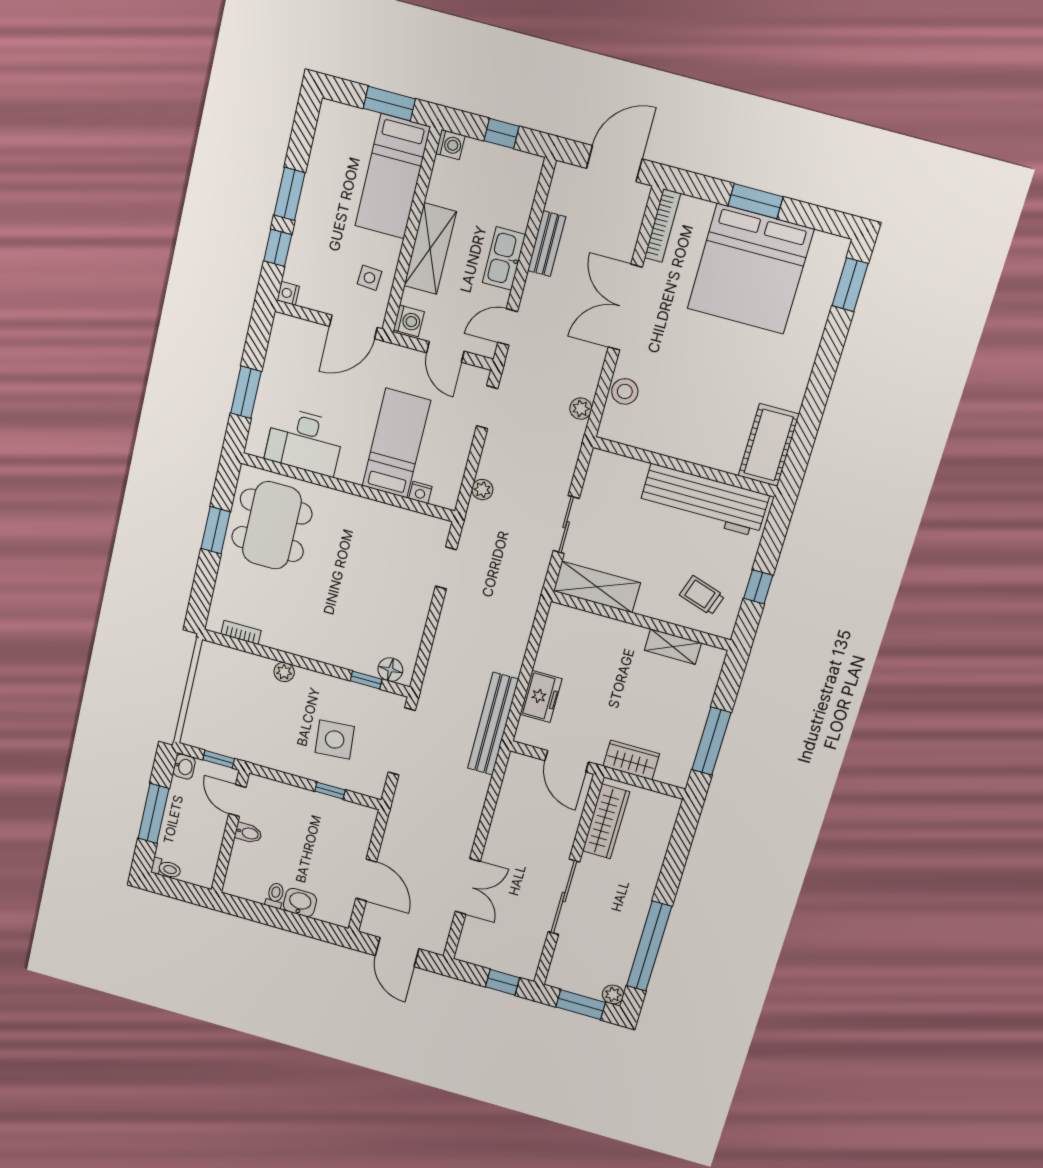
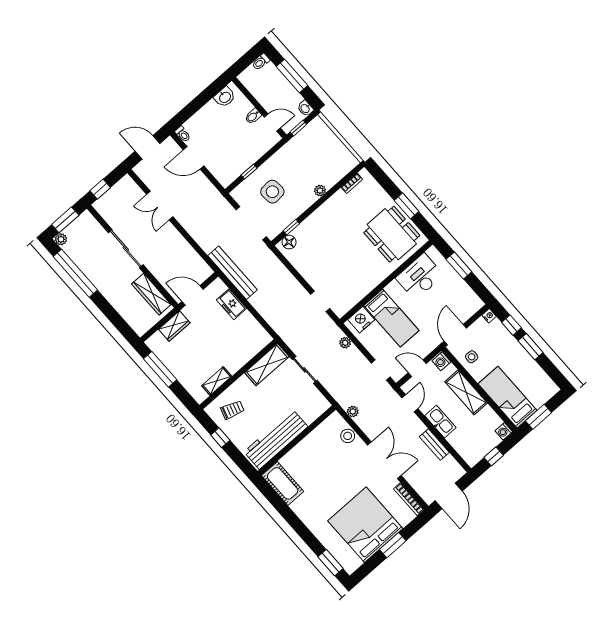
nightstand: (420, 492) -> (361, 320), width x1.89, depth x1.79
toilet: (275, 895) -> (183, 134), moved
washbasin: (300, 903) -> (225, 97), moved

